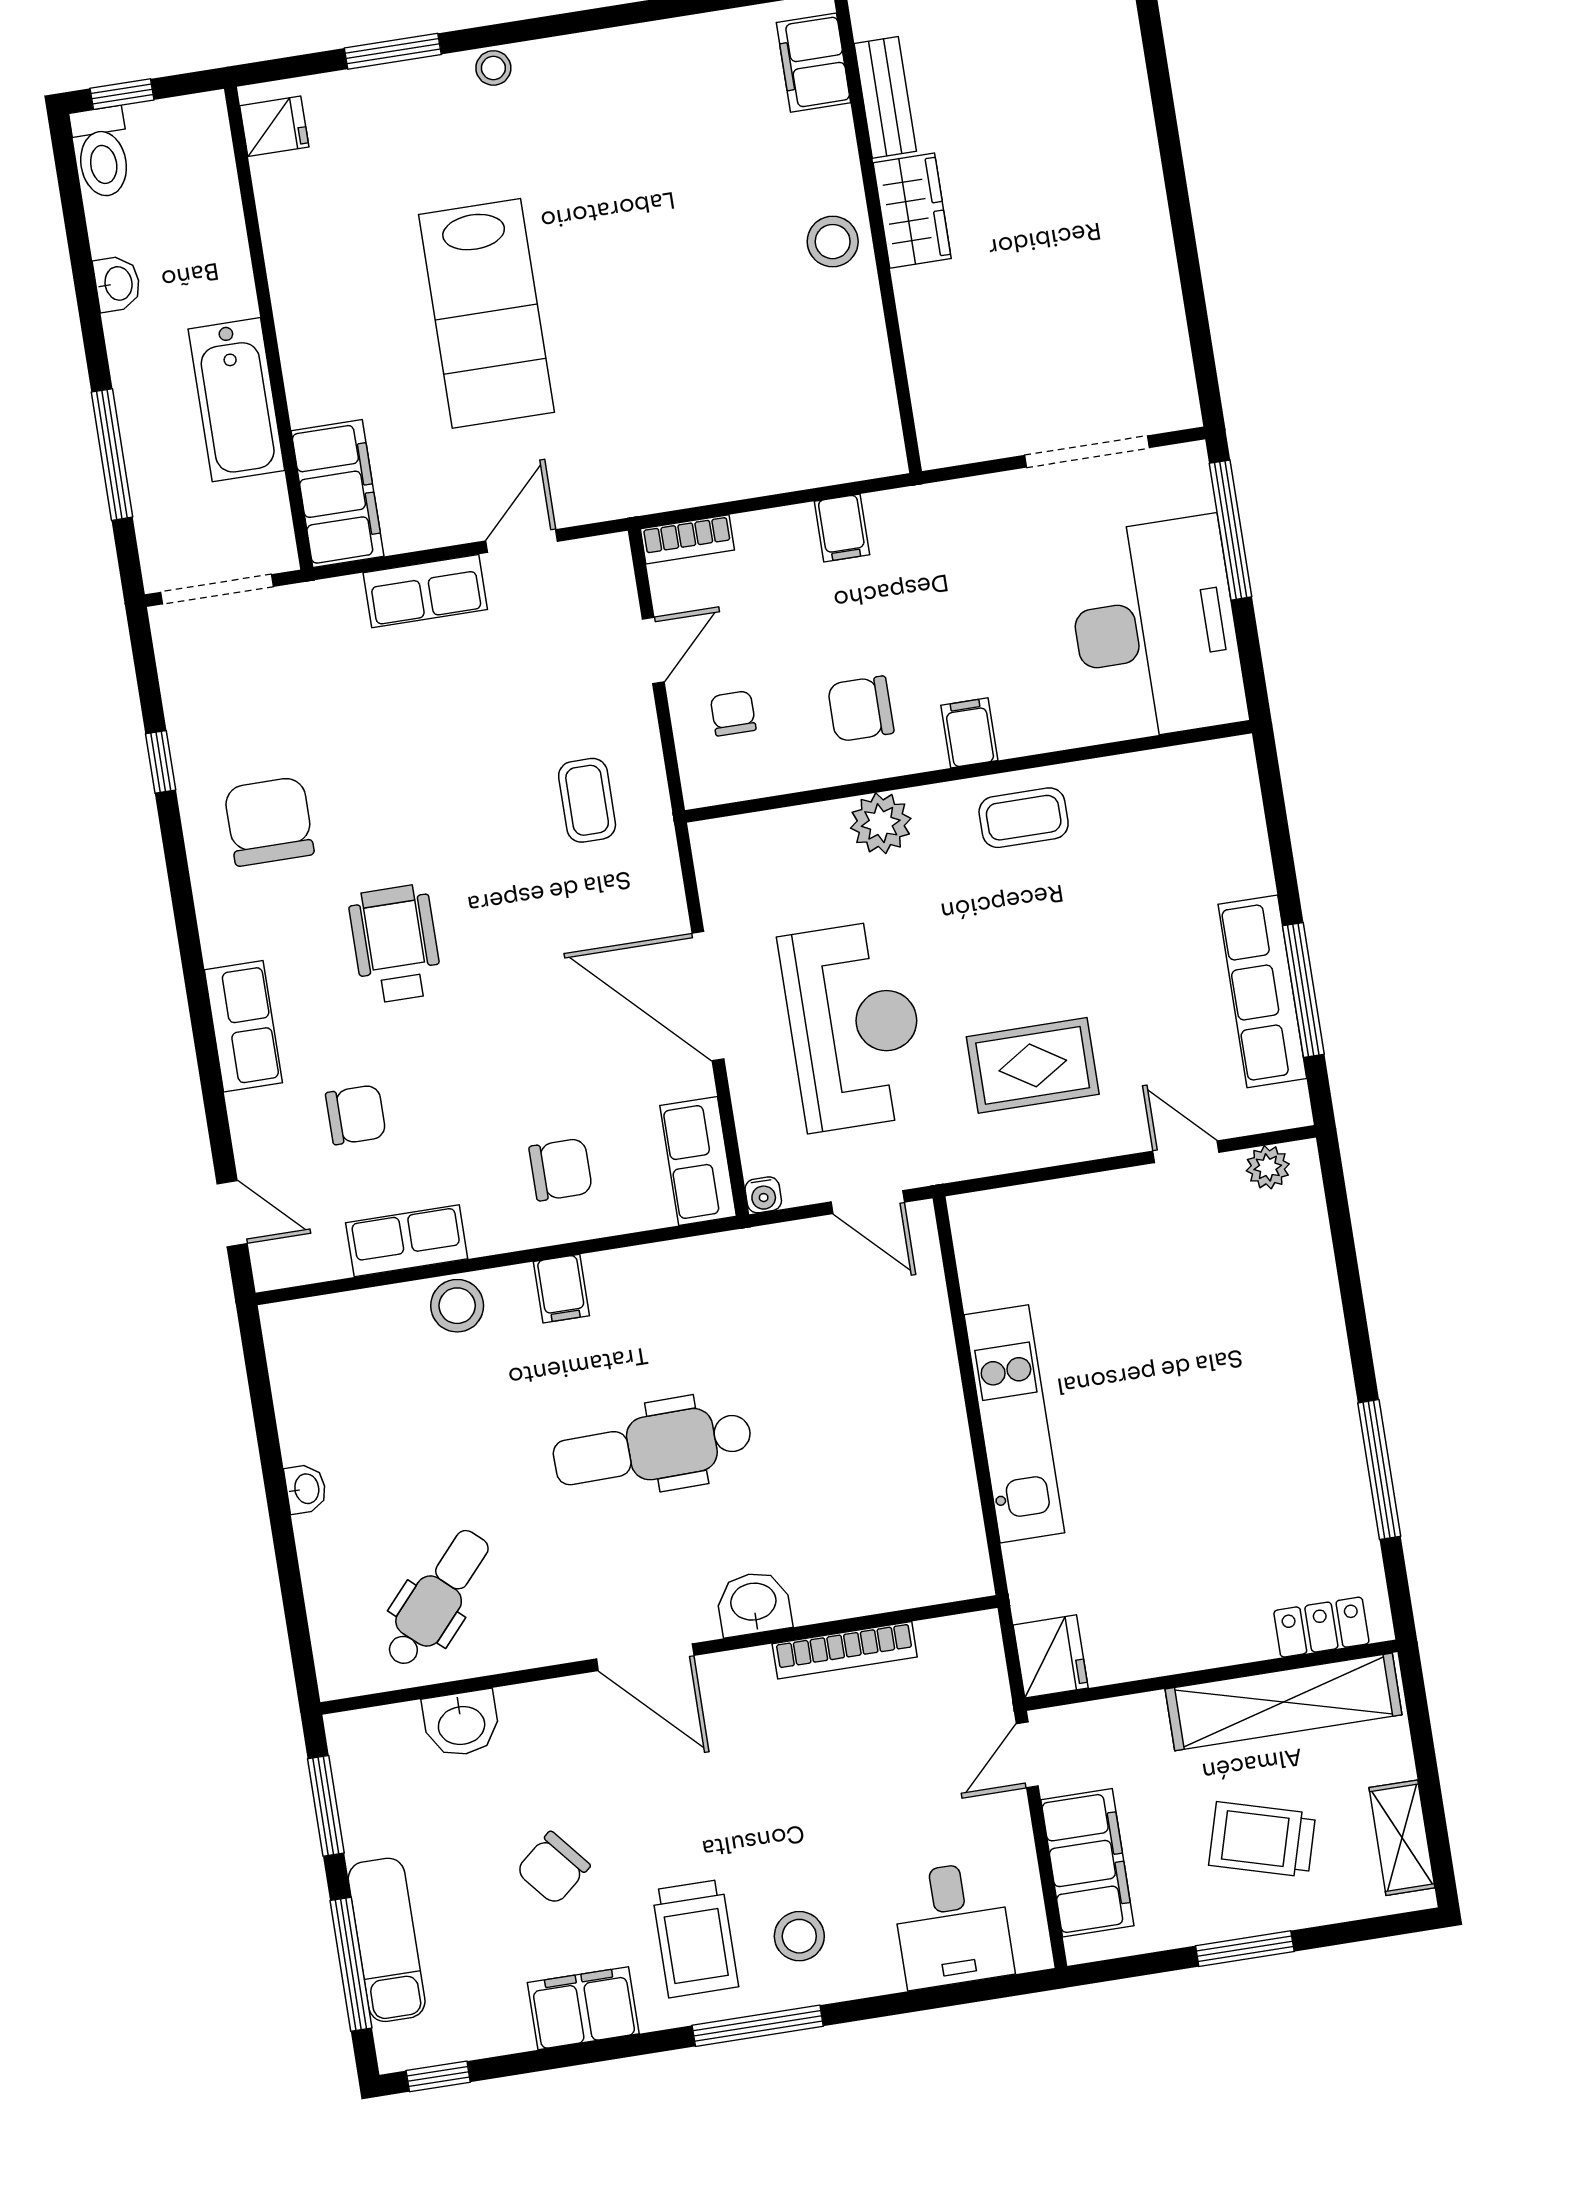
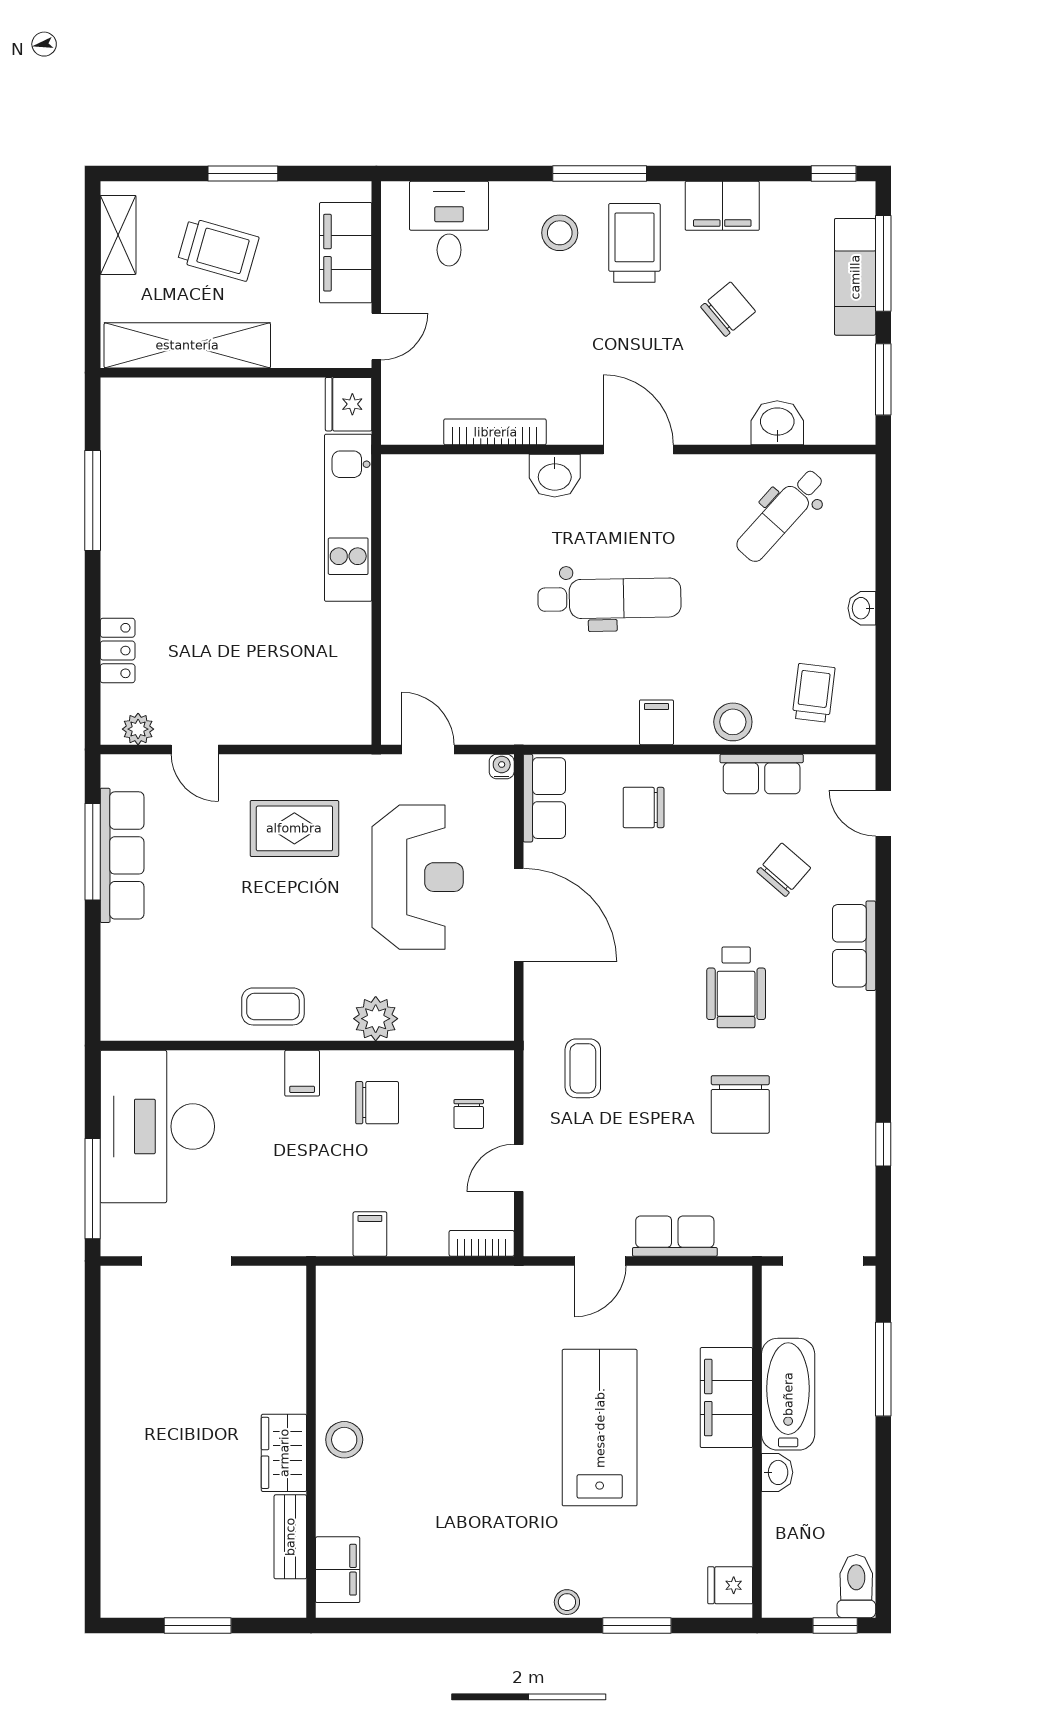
washbasin: (117, 284) -> (777, 1472), moved, turned 180
filing cabinet: (338, 494) -> (726, 1398), moved
chair: (269, 821) -> (740, 1104), moved
reception desk: (854, 1026) -> (418, 877), turned 180
chair: (356, 1115) -> (784, 870), turned 131
trolley: (353, 1363) -> (814, 693), added
kitchen unit: (1014, 1424) -> (348, 518), moved
locker: (1321, 1627) -> (118, 651), moved, turned -90

